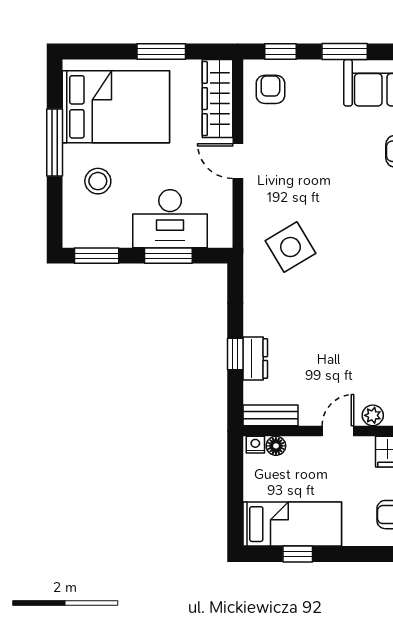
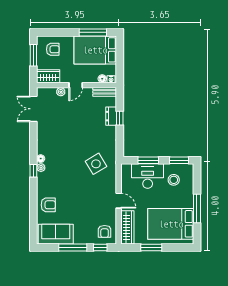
window: (345, 51) -> (73, 248), width x1.44
stool: (98, 181) -> (174, 180), moved
bed: (292, 524) -> (95, 50), width x1.50
window: (298, 554) -> (93, 32), width x2.17

